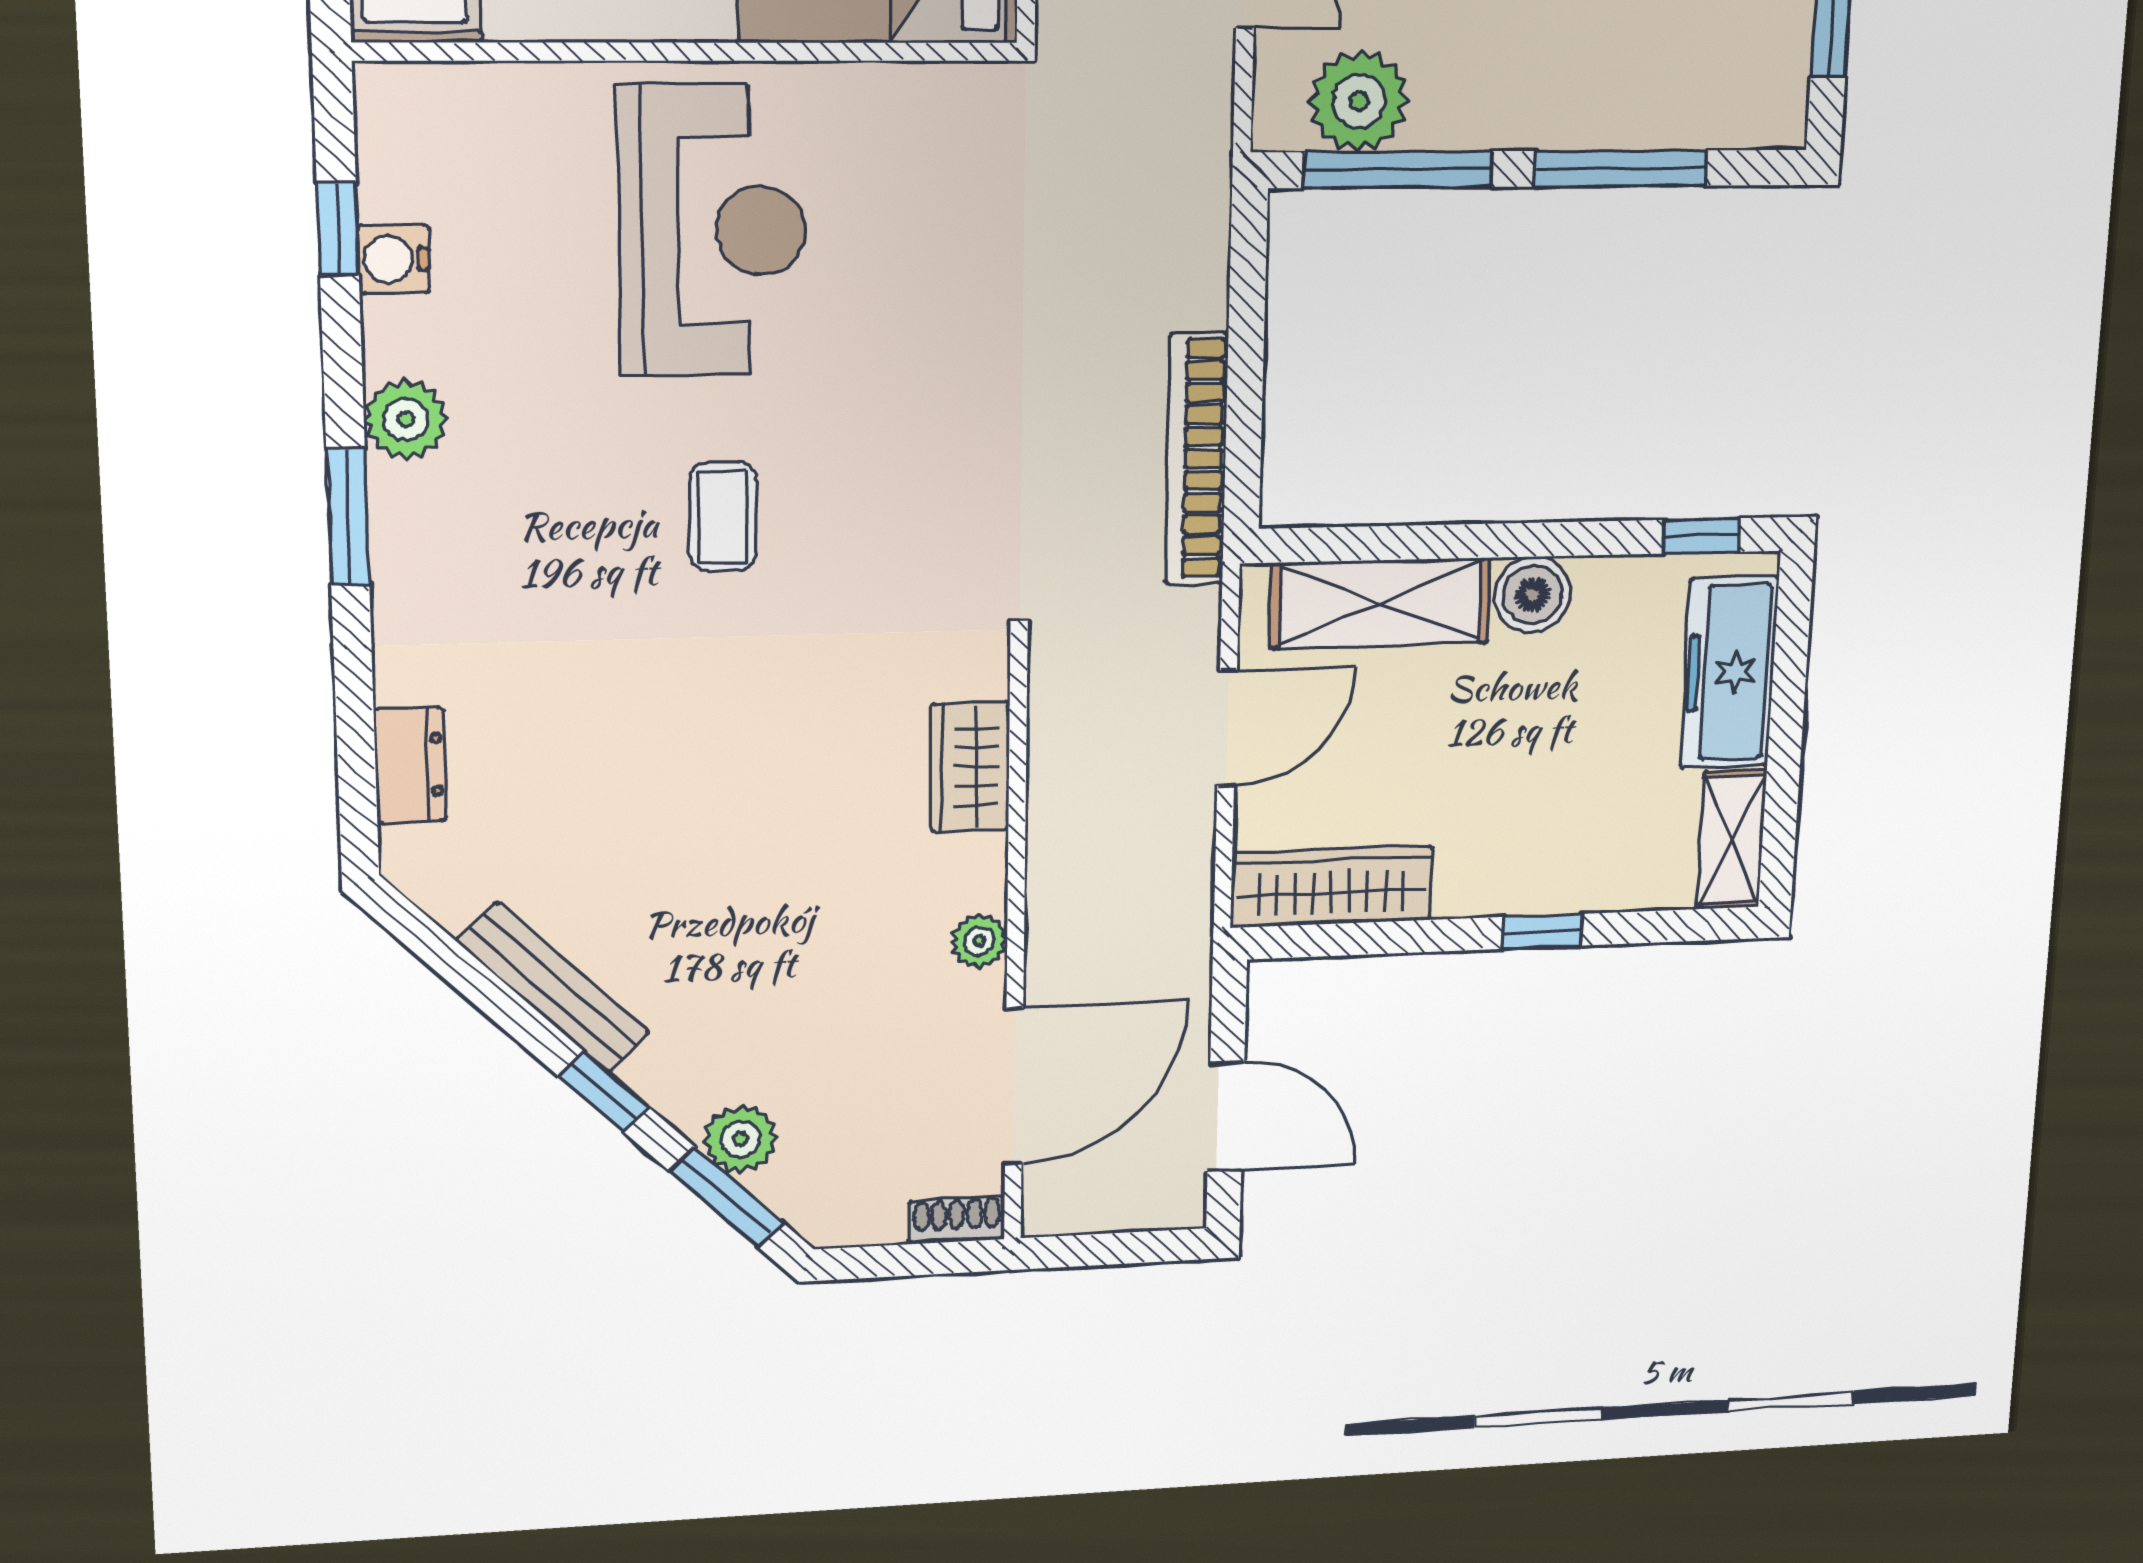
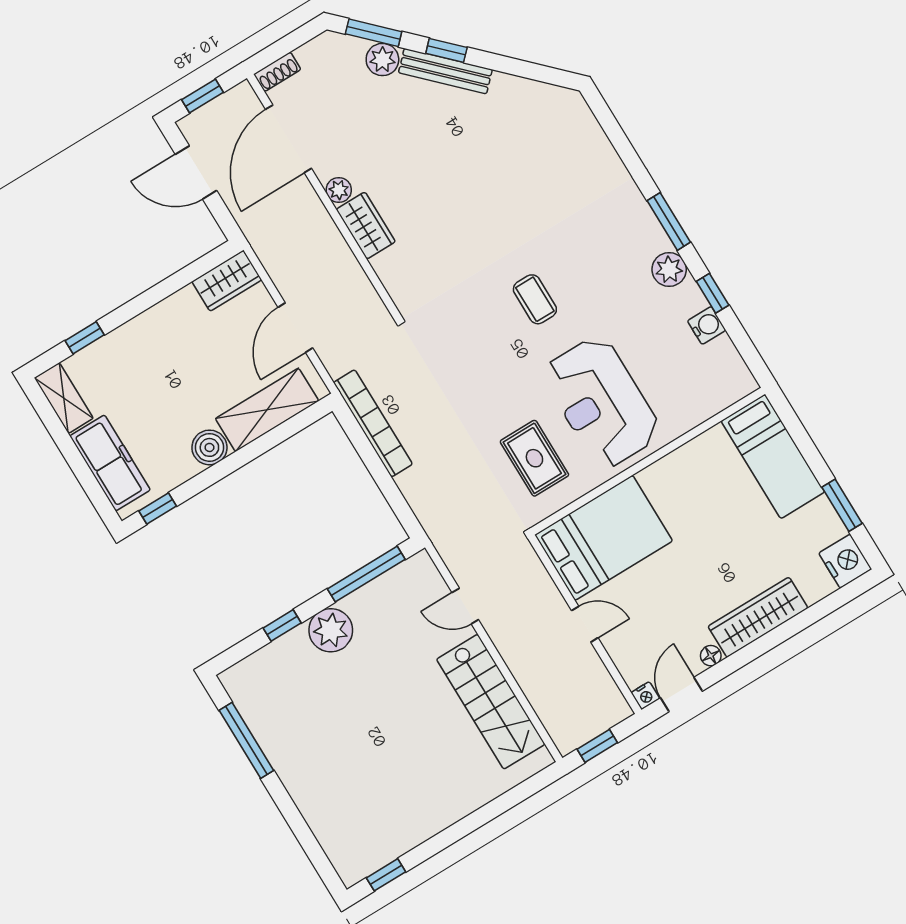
plant: (1359, 101) -> (331, 630), moved
window: (1621, 168) -> (282, 625), width x0.46
rug: (921, 199) -> (534, 458), added
window: (338, 229) -> (713, 293), moved
dresser: (410, 765) -> (593, 140), removed
wardrobe: (970, 767) -> (366, 226), moved
wardrobe: (1331, 887) -> (227, 281), width x0.67
window: (1542, 931) -> (85, 338), moved
bench: (553, 987) -> (445, 71), moved
window: (1124, 1248) -> (202, 96), added

